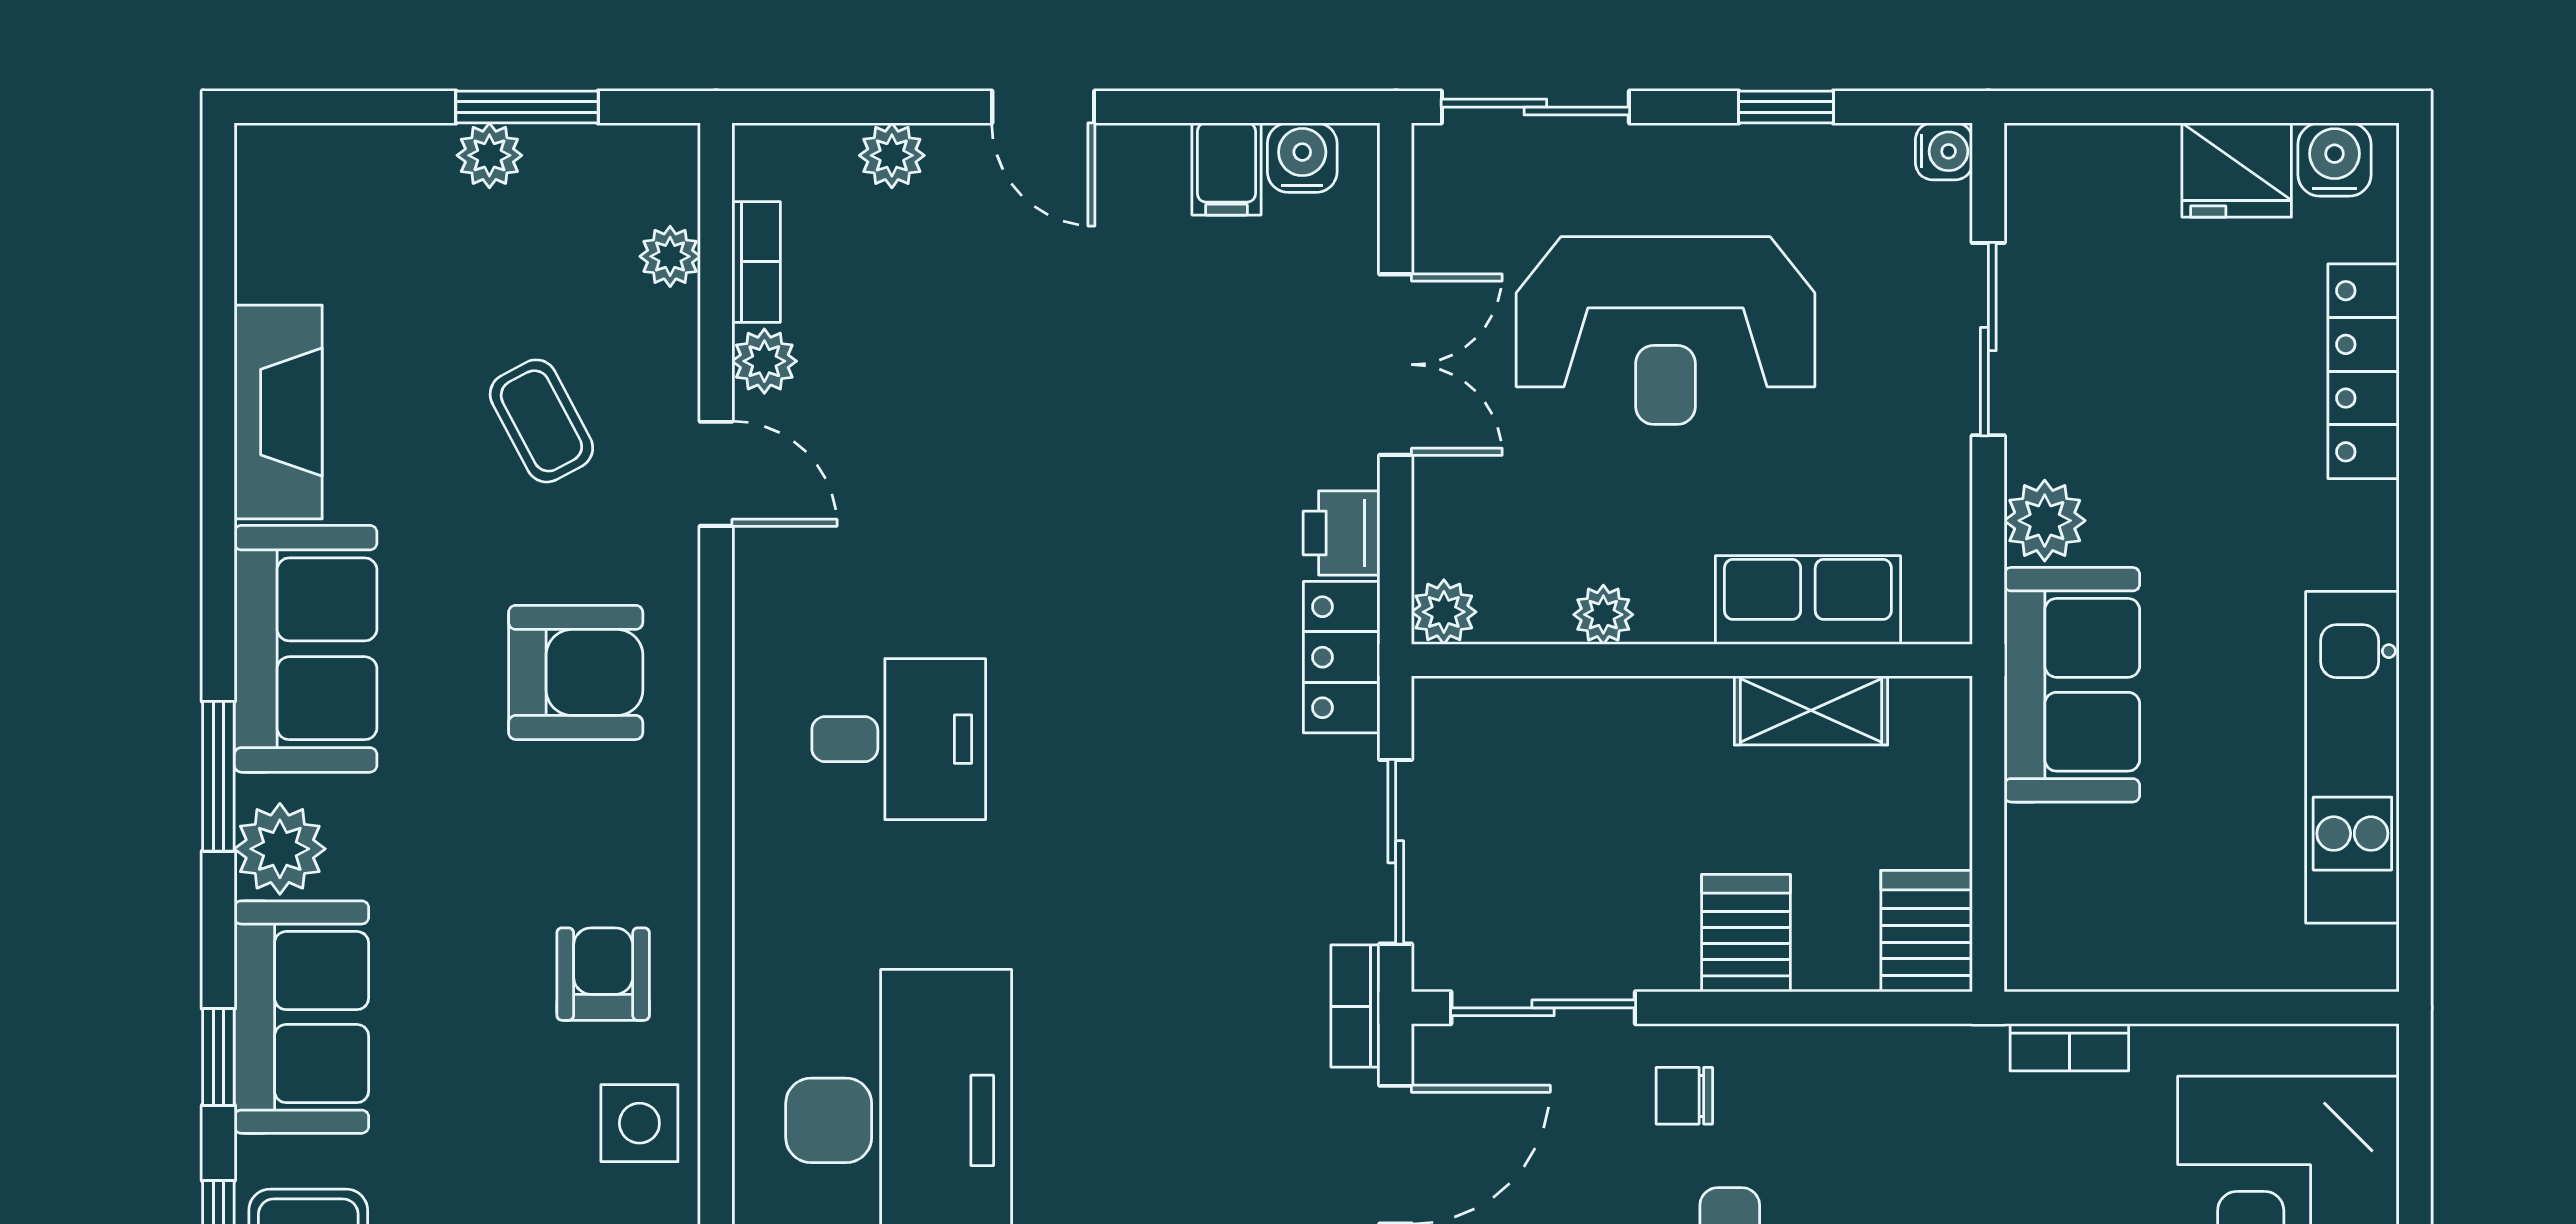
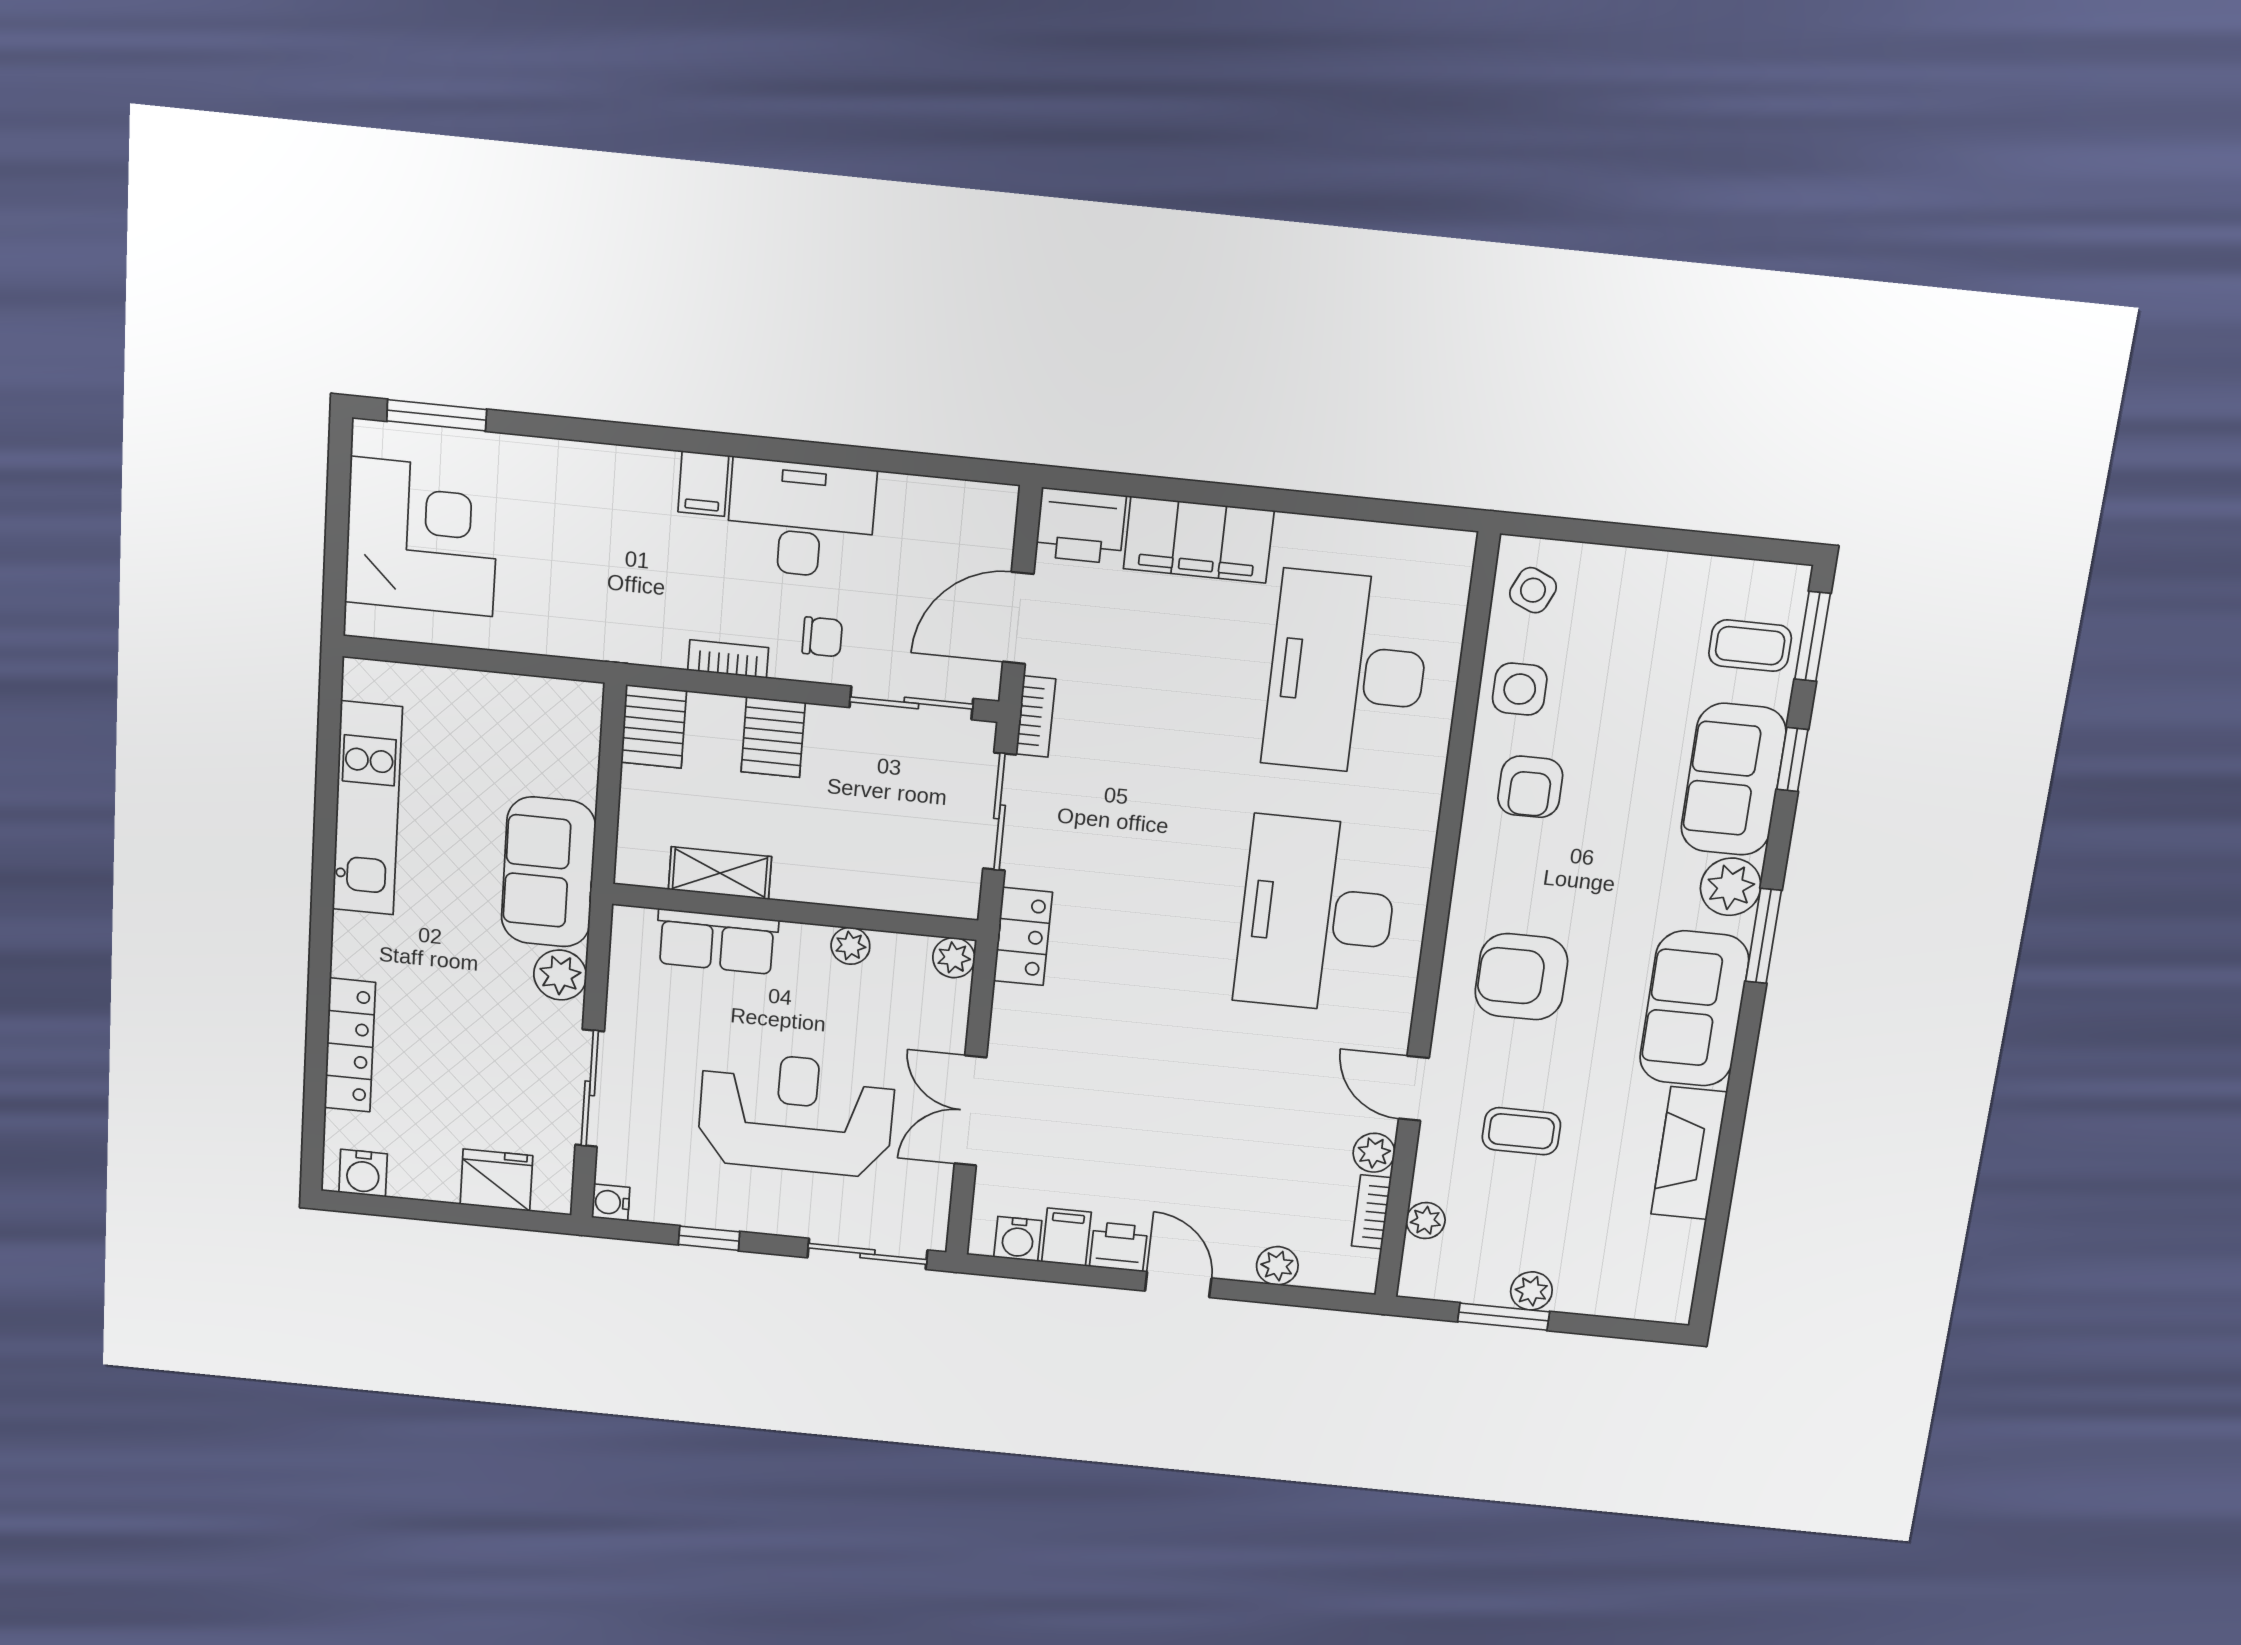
fridge: (2237, 170) -> (496, 1180), moved
coffee table: (541, 421) -> (1521, 1131), turned -62
printer: (1342, 533) -> (1119, 1247), moved, turned -90
desk: (899, 739) -> (1317, 915), width x1.87, depth x1.30
bookcase: (2069, 1047) -> (728, 659), moved

